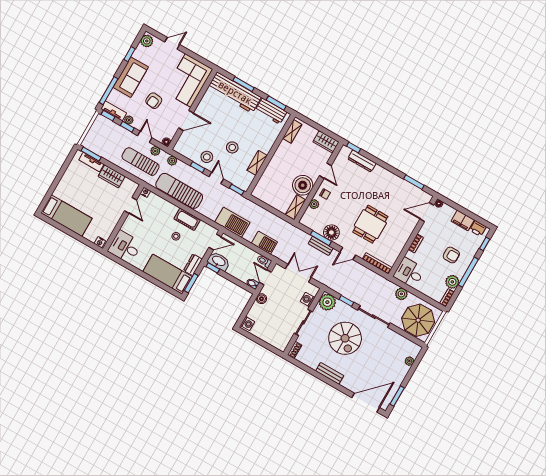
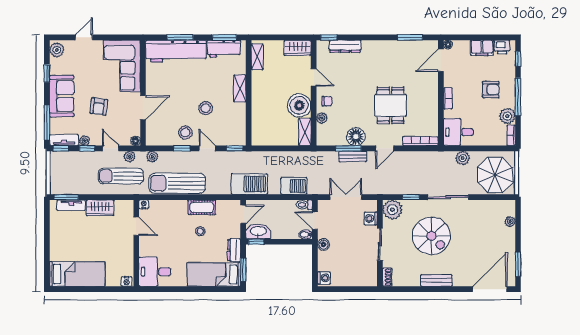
shelving: (257, 163) -> (240, 89), moved

